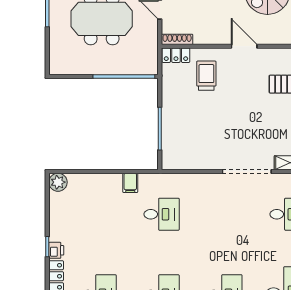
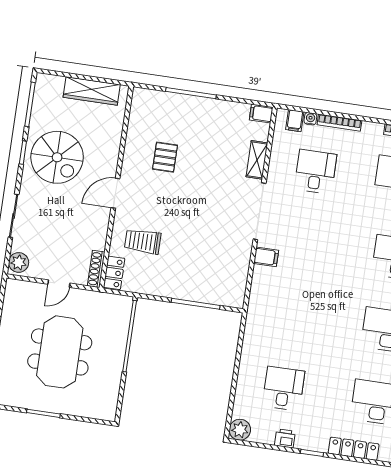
filing cabinet: (130, 183) -> (266, 257), moved
desk: (162, 214) -> (283, 389), moved
printer: (56, 250) -> (285, 438), moved

